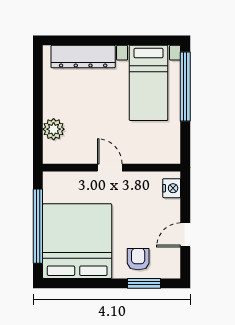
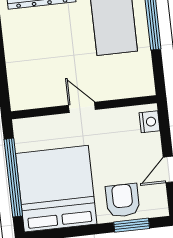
plant: (54, 129) -> (18, 74), removed
armchair: (138, 259) -> (123, 200), width x1.38, depth x1.38

